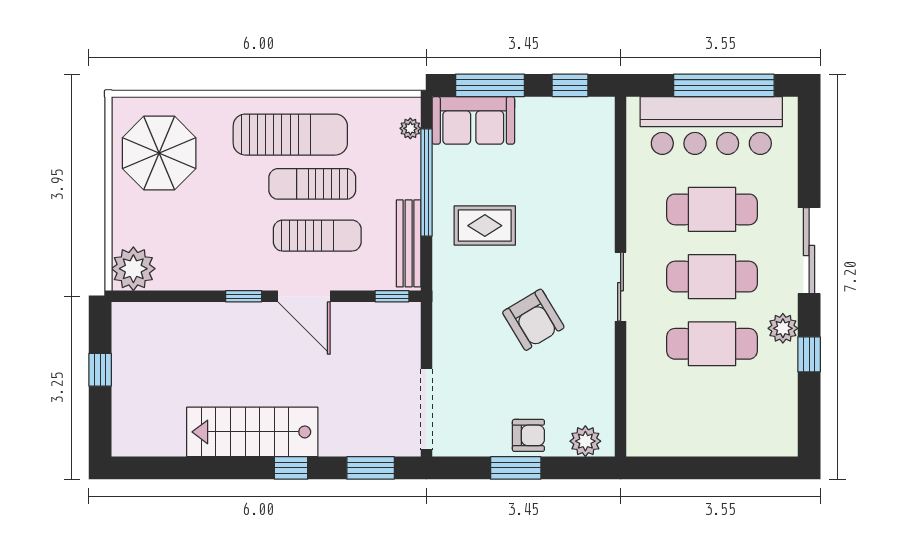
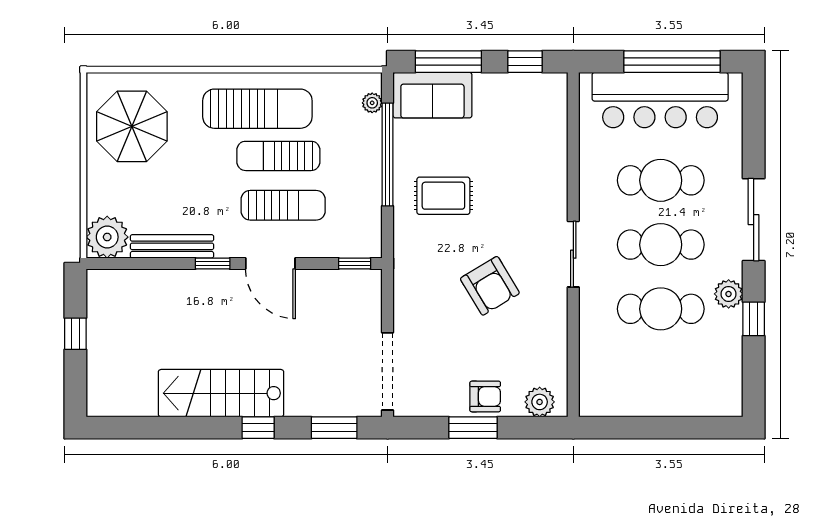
bench: (409, 243) -> (172, 246), moved, turned 90

